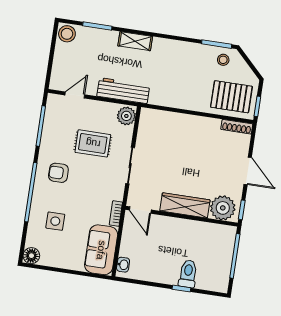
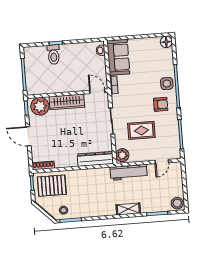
dresser: (164, 119) -> (95, 159), added
side table: (55, 221) -> (167, 83), moved

